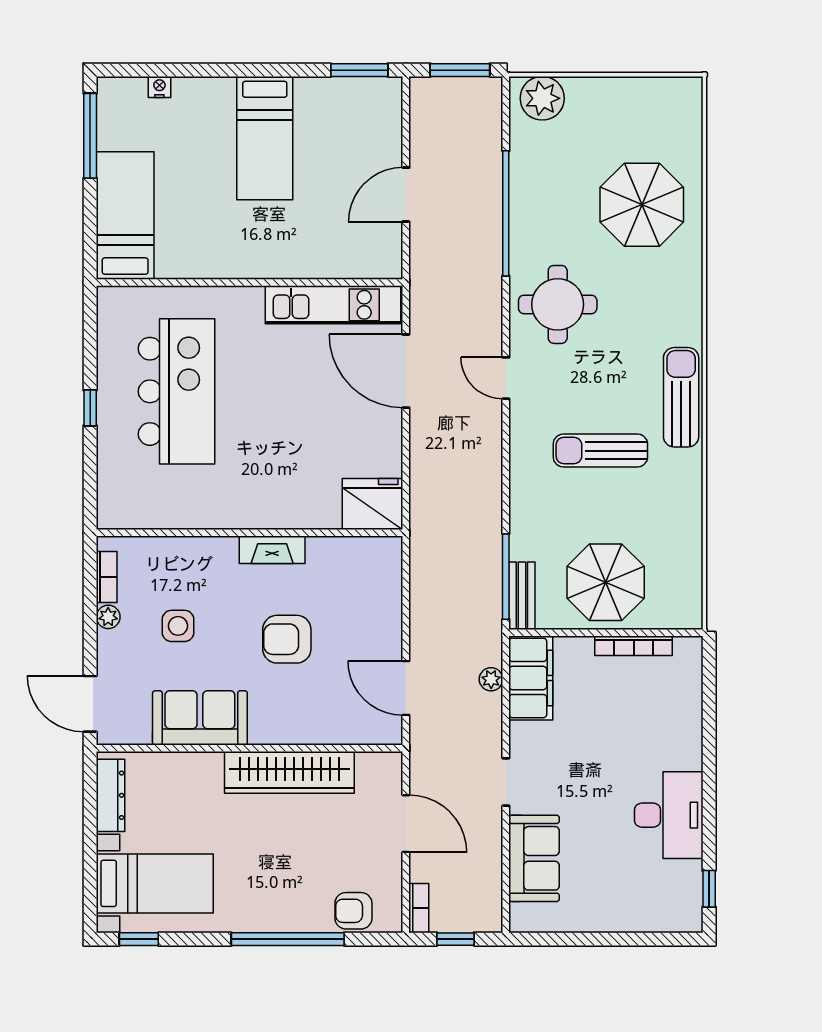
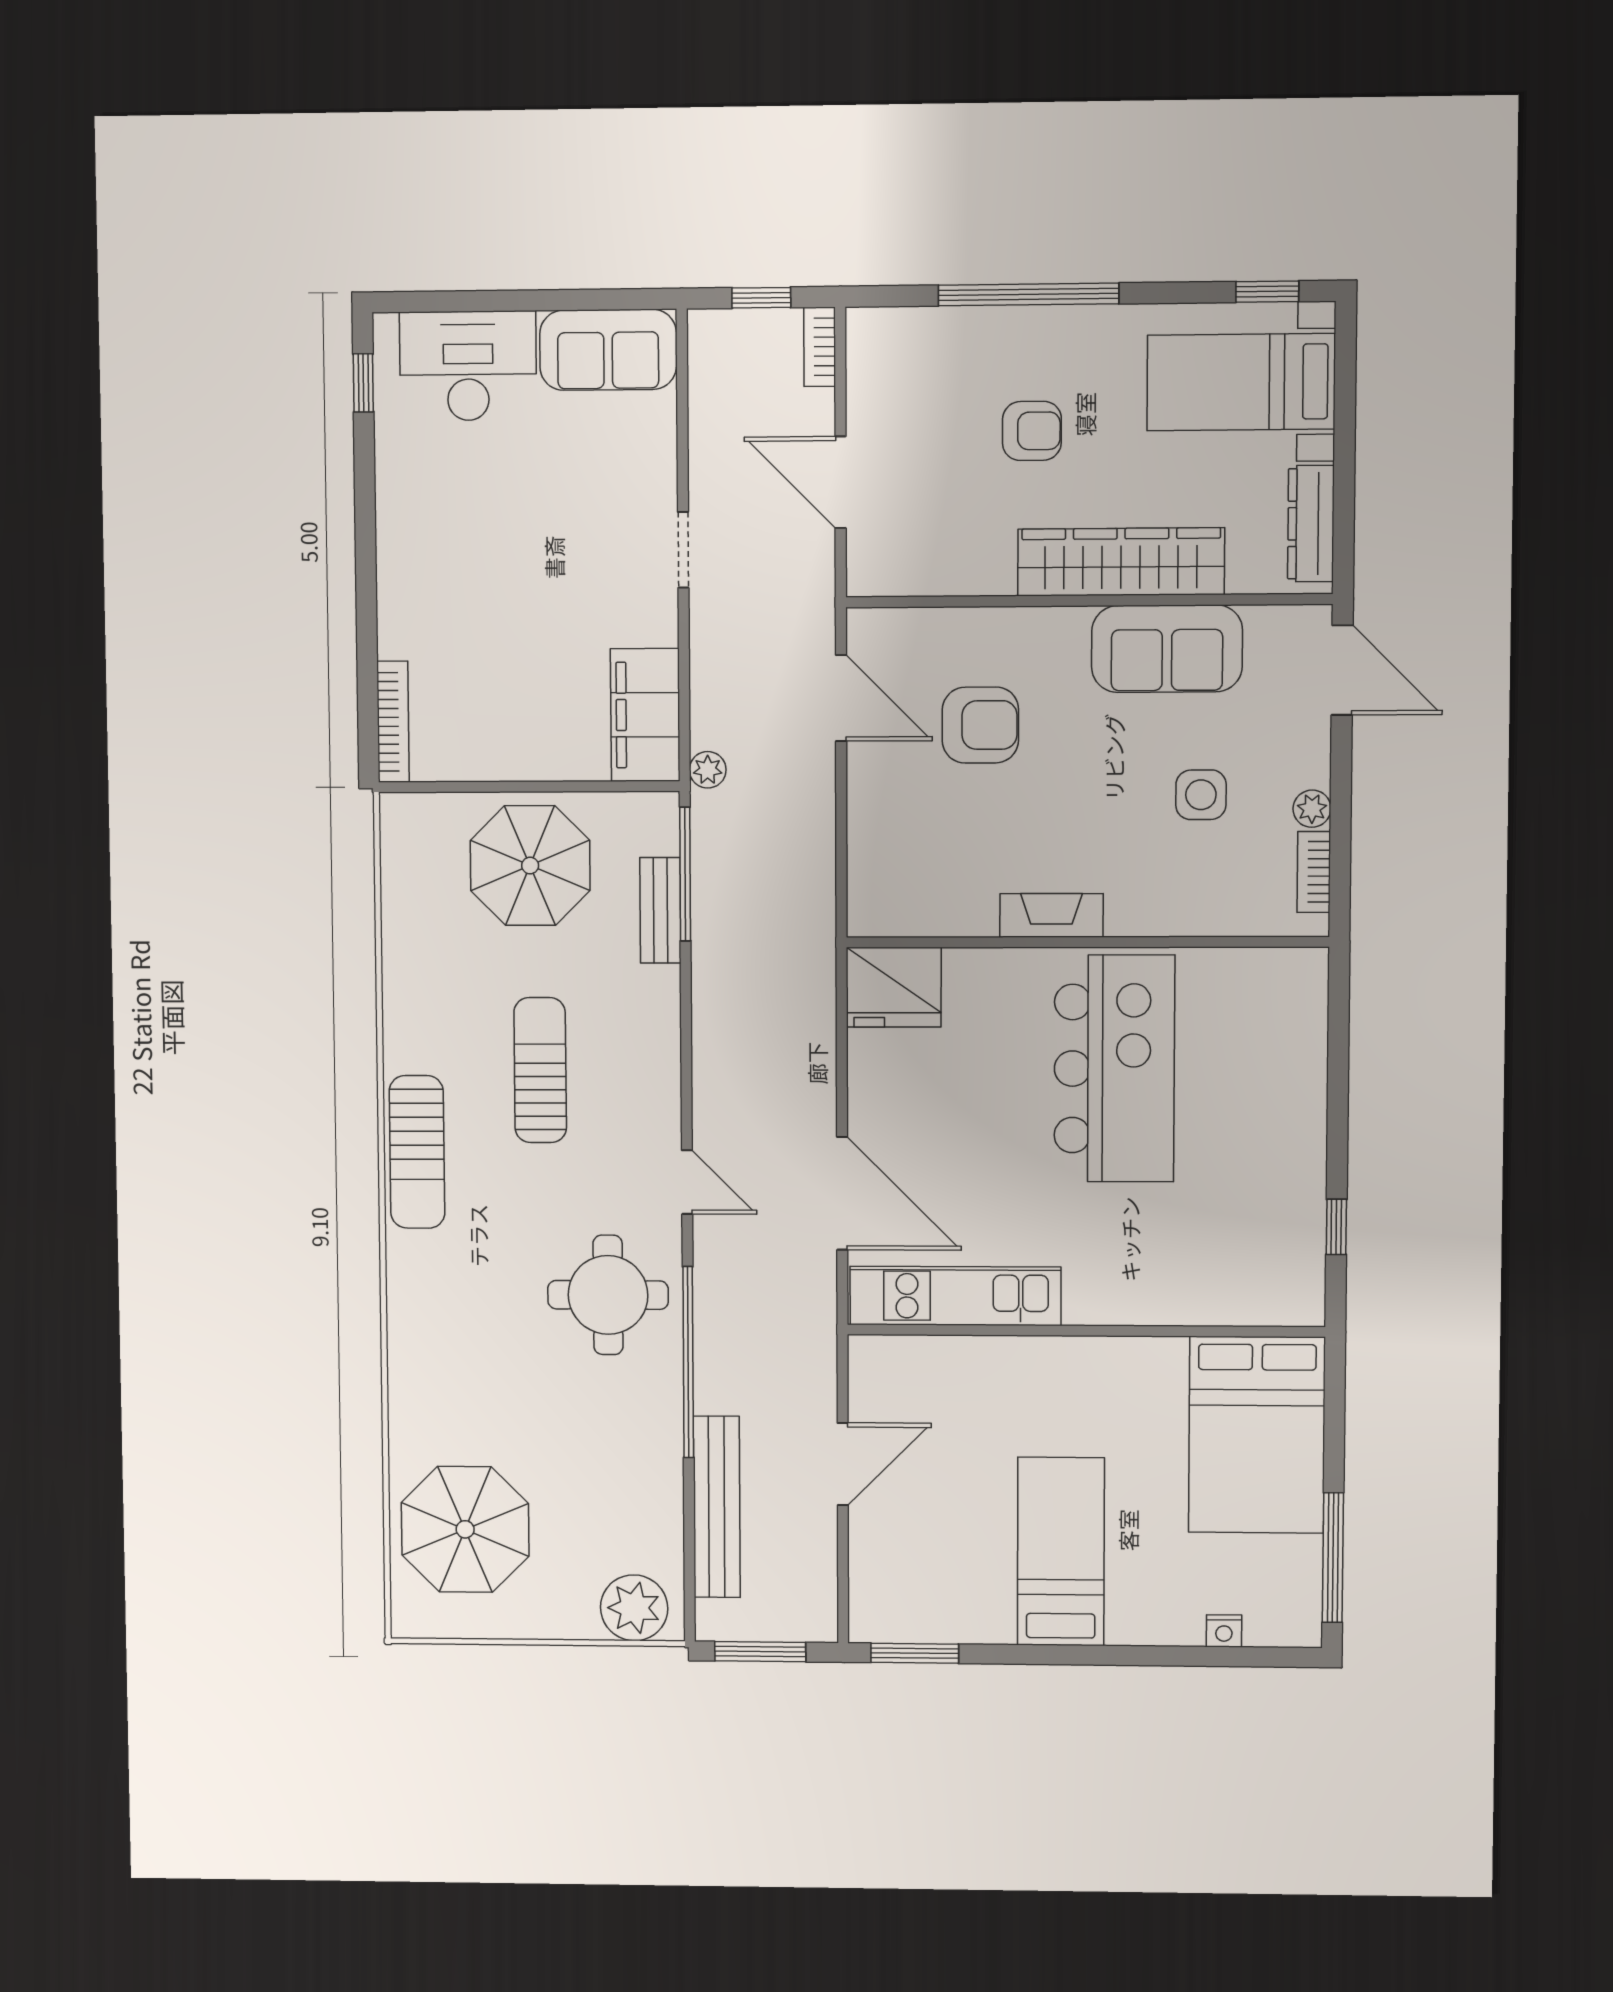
bench: (488, 166) -> (717, 1507), added
parasol: (642, 205) -> (465, 1529), moved
window: (506, 213) -> (688, 1362), moved
bed: (125, 216) -> (1257, 1435), width x1.50
kitchen island: (176, 391) -> (1114, 1069), moved, turned 180
window: (90, 408) -> (1336, 1227), moved
sun lounger: (600, 451) -> (540, 1070), turned -90
bench: (522, 596) -> (660, 910), moved
armchair: (287, 639) -> (980, 725), moved
bookcase: (634, 646) -> (393, 722), moved, turned 90
plant: (491, 679) -> (708, 770), moved
wardrobe: (289, 772) -> (1121, 562), moved
desk: (669, 815) -> (468, 366), moved, turned 90
sofa: (534, 858) -> (608, 350), moved, turned -90
armchair: (353, 911) -> (1032, 431), moved

